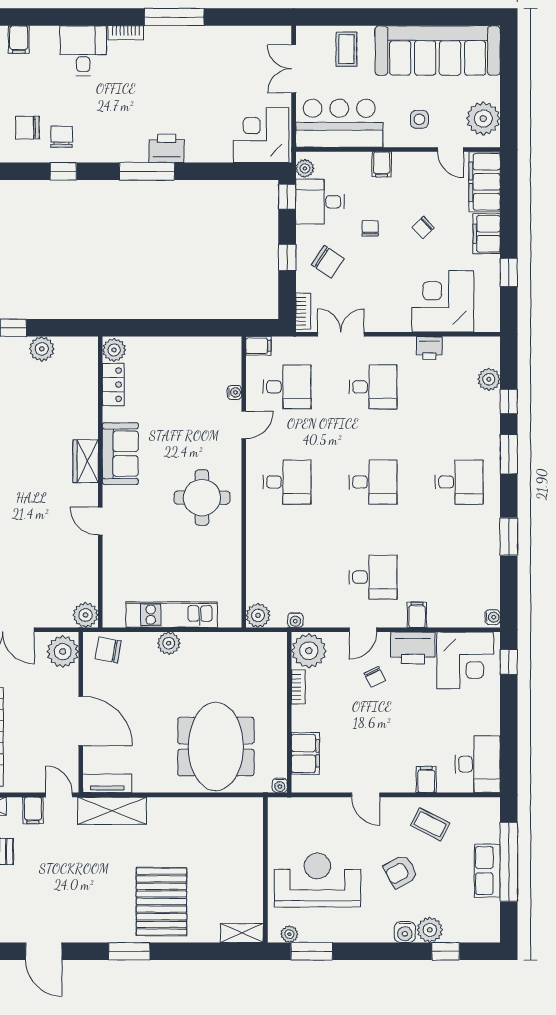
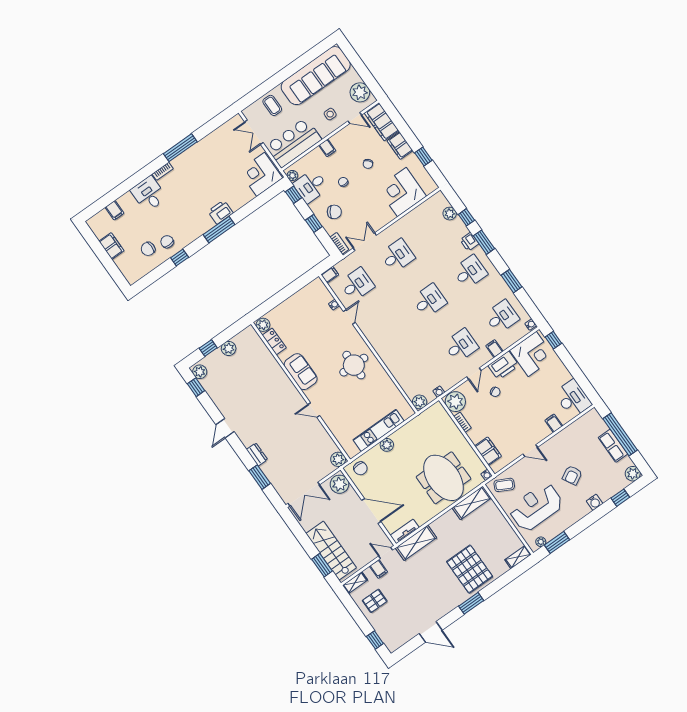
printer: (429, 348) -> (469, 242), moved, turned 90
wardrobe: (86, 461) -> (287, 387), removed
desk: (287, 482) -> (502, 317), moved
chair: (108, 650) -> (360, 468), turned -100
shelving: (231, 810) -> (472, 503), added
coffee table: (430, 824) -> (504, 485), moved
plant: (430, 930) -> (633, 474), moved

